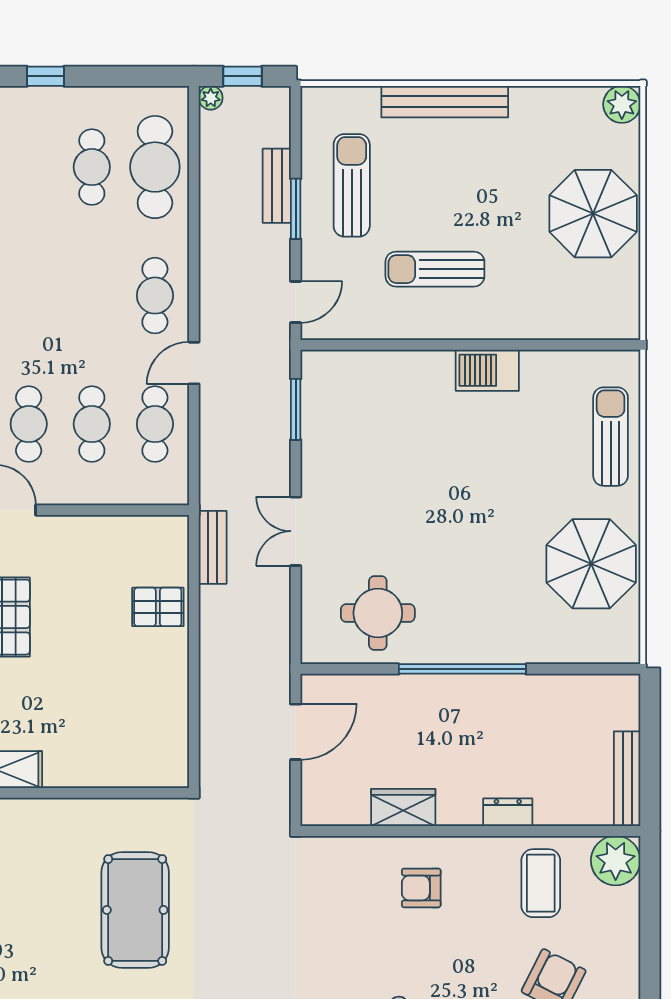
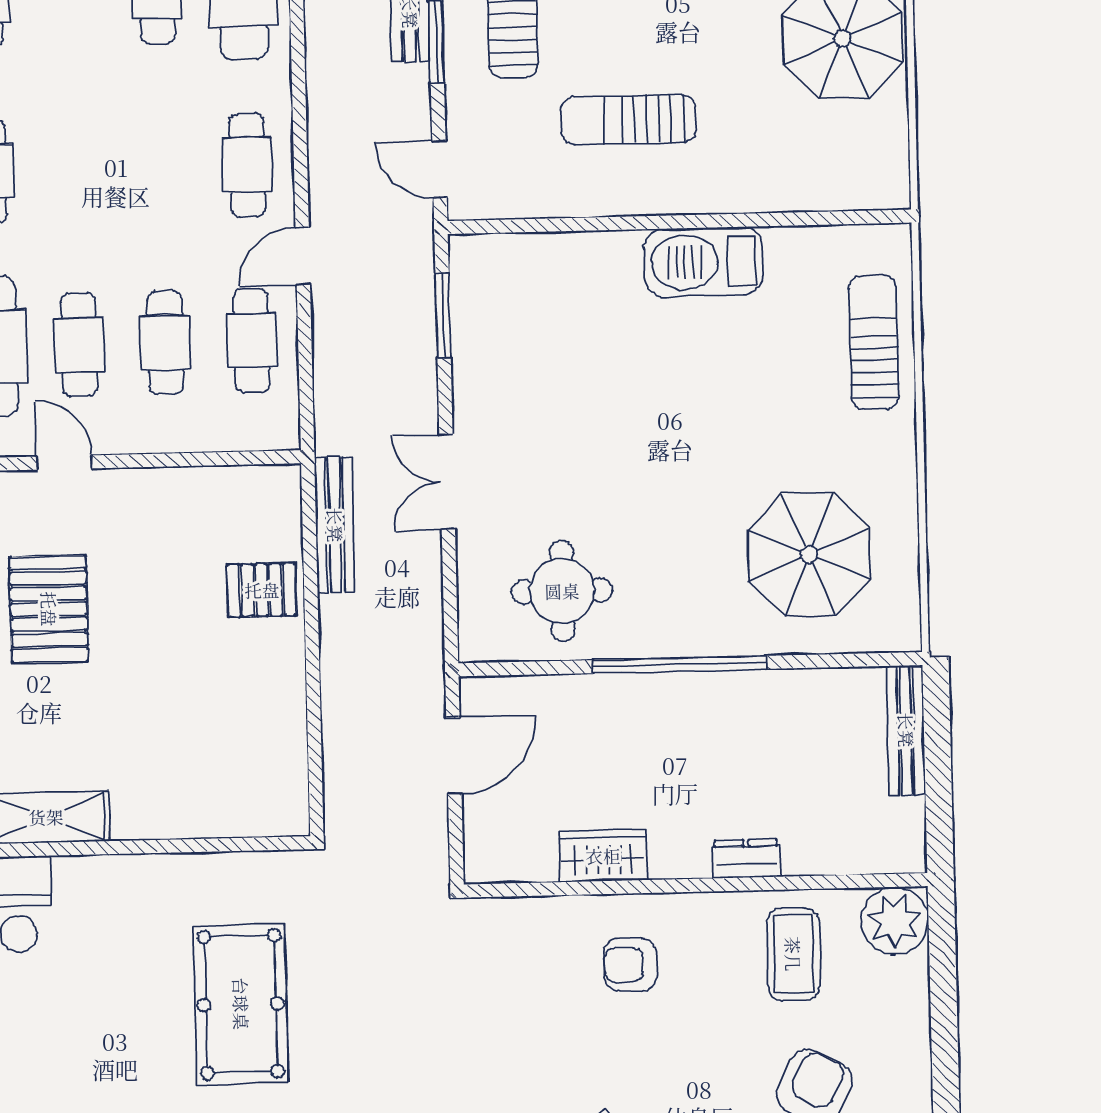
door: (296, 302) -> (439, 169), swing flipped
barbecue: (487, 370) -> (704, 262), width x1.37, depth x1.21
bench: (213, 547) -> (335, 525), width x1.36
parasol: (591, 564) -> (809, 554), moved
bench: (627, 779) -> (906, 730), moved

